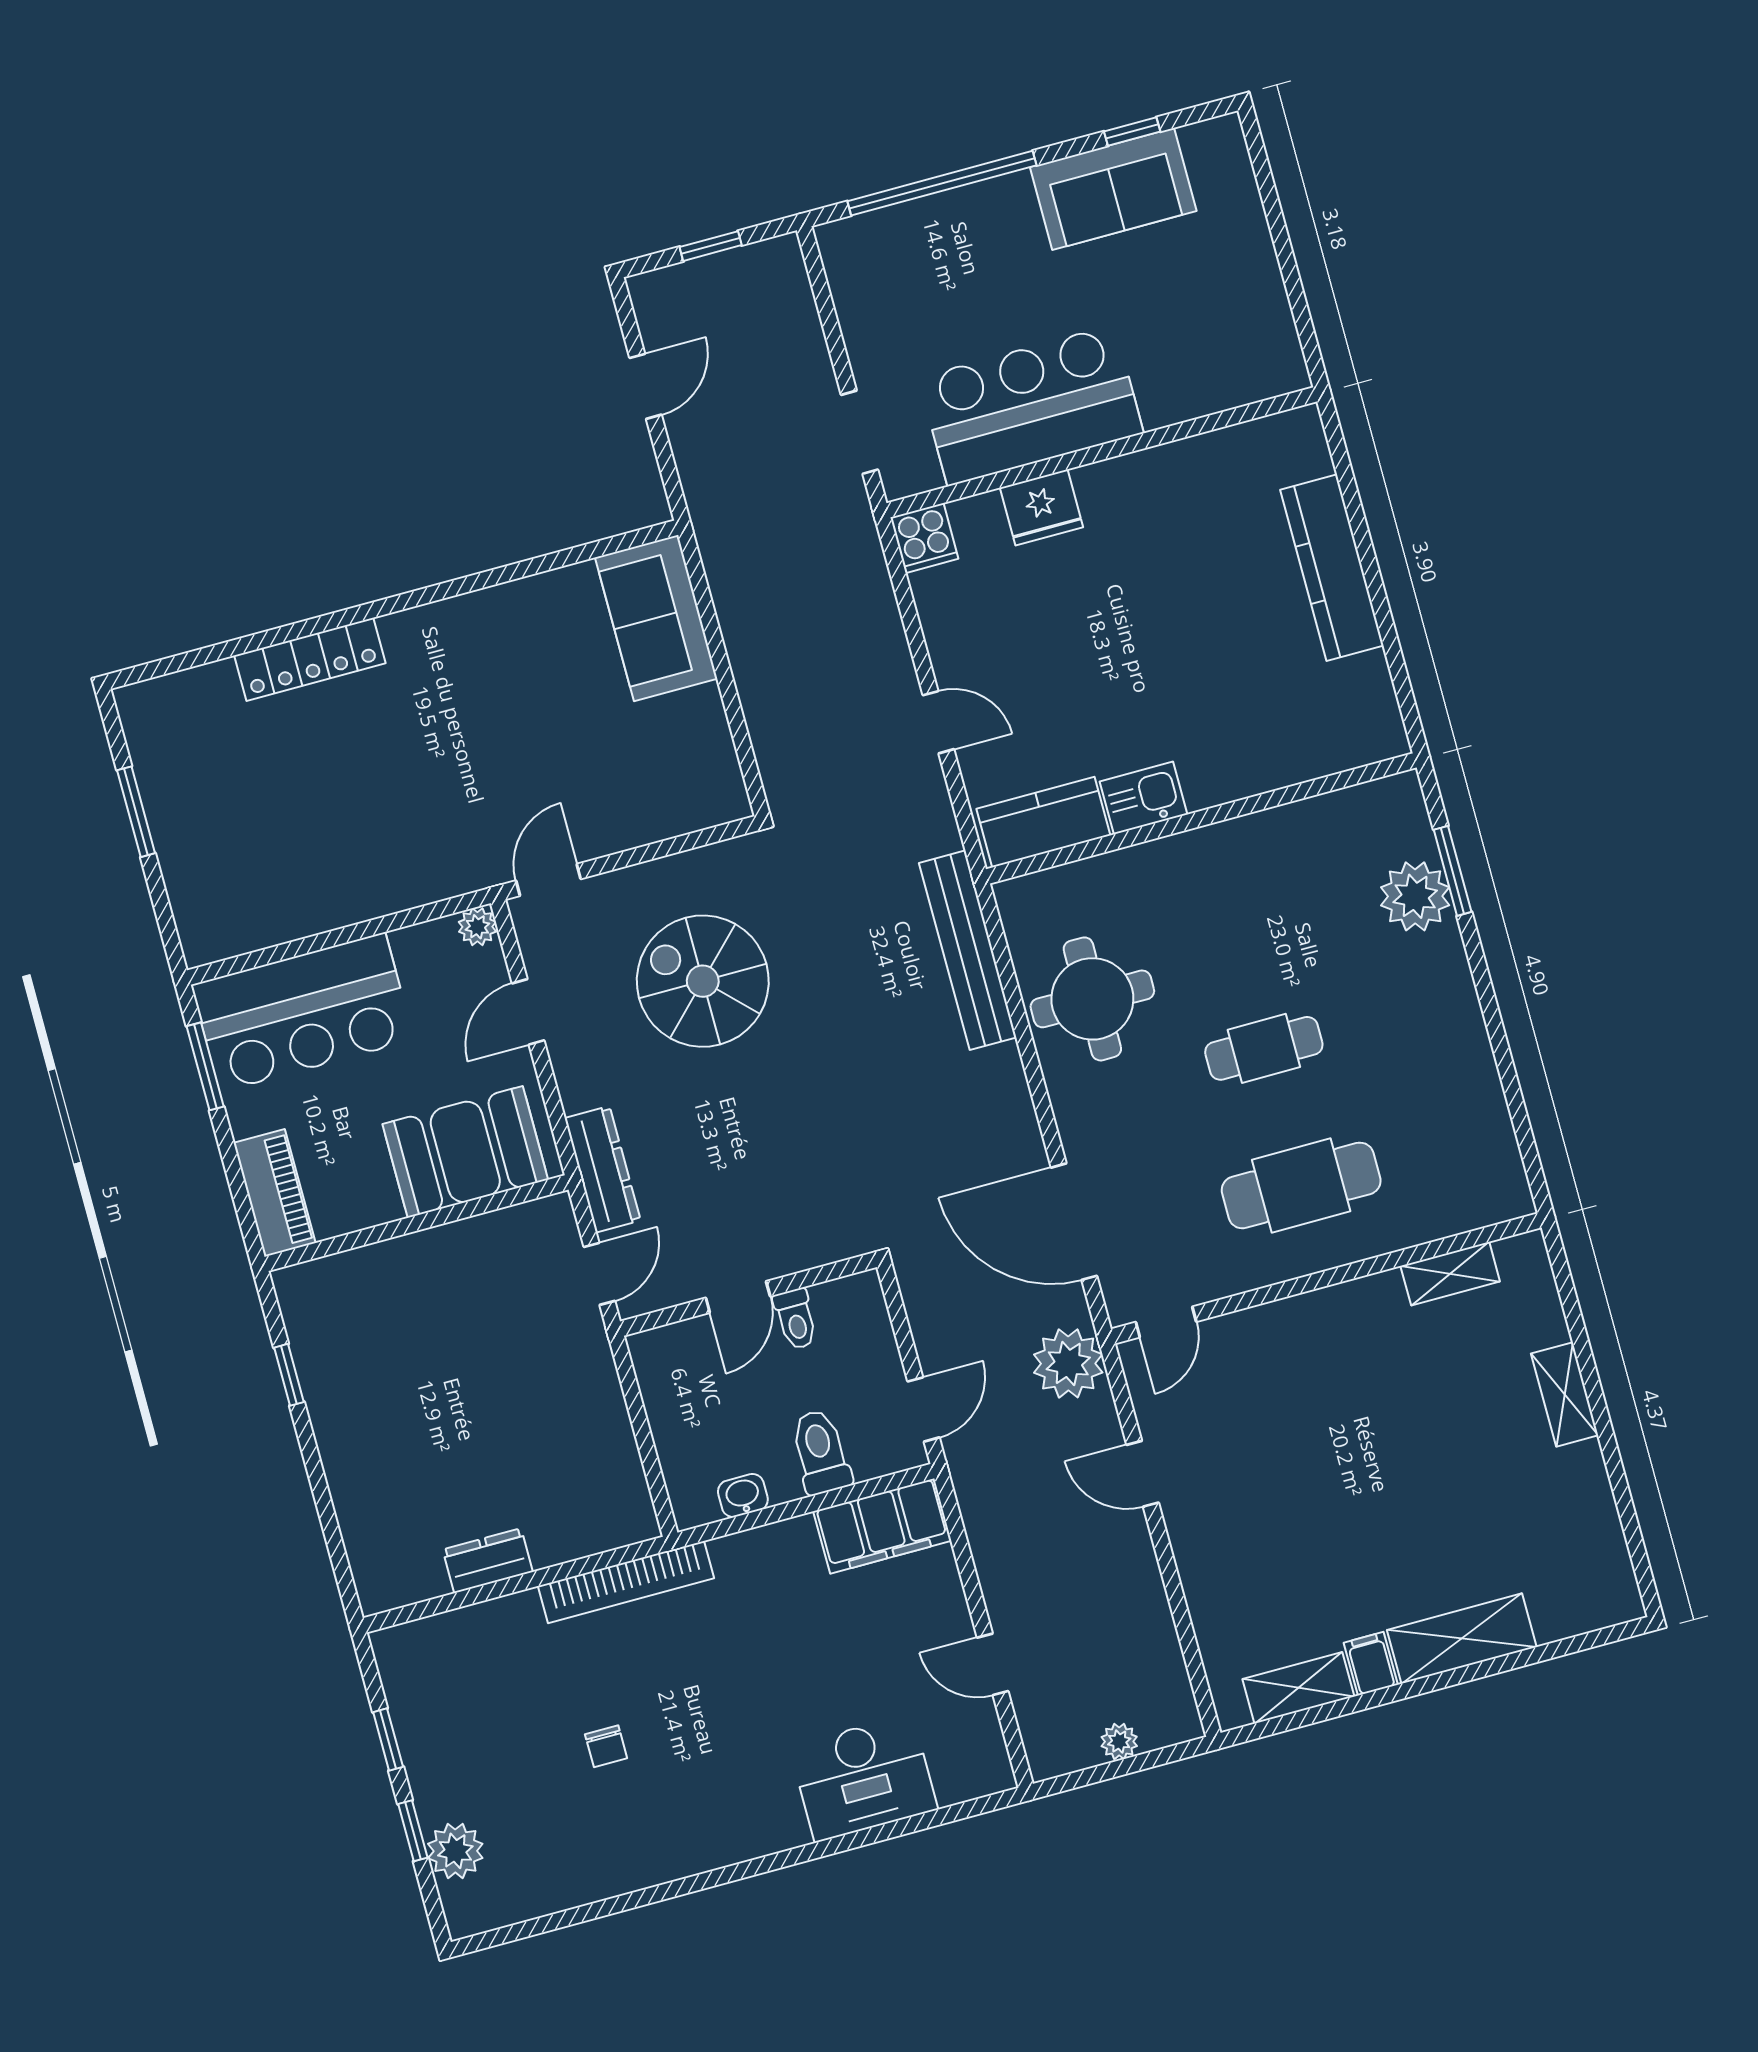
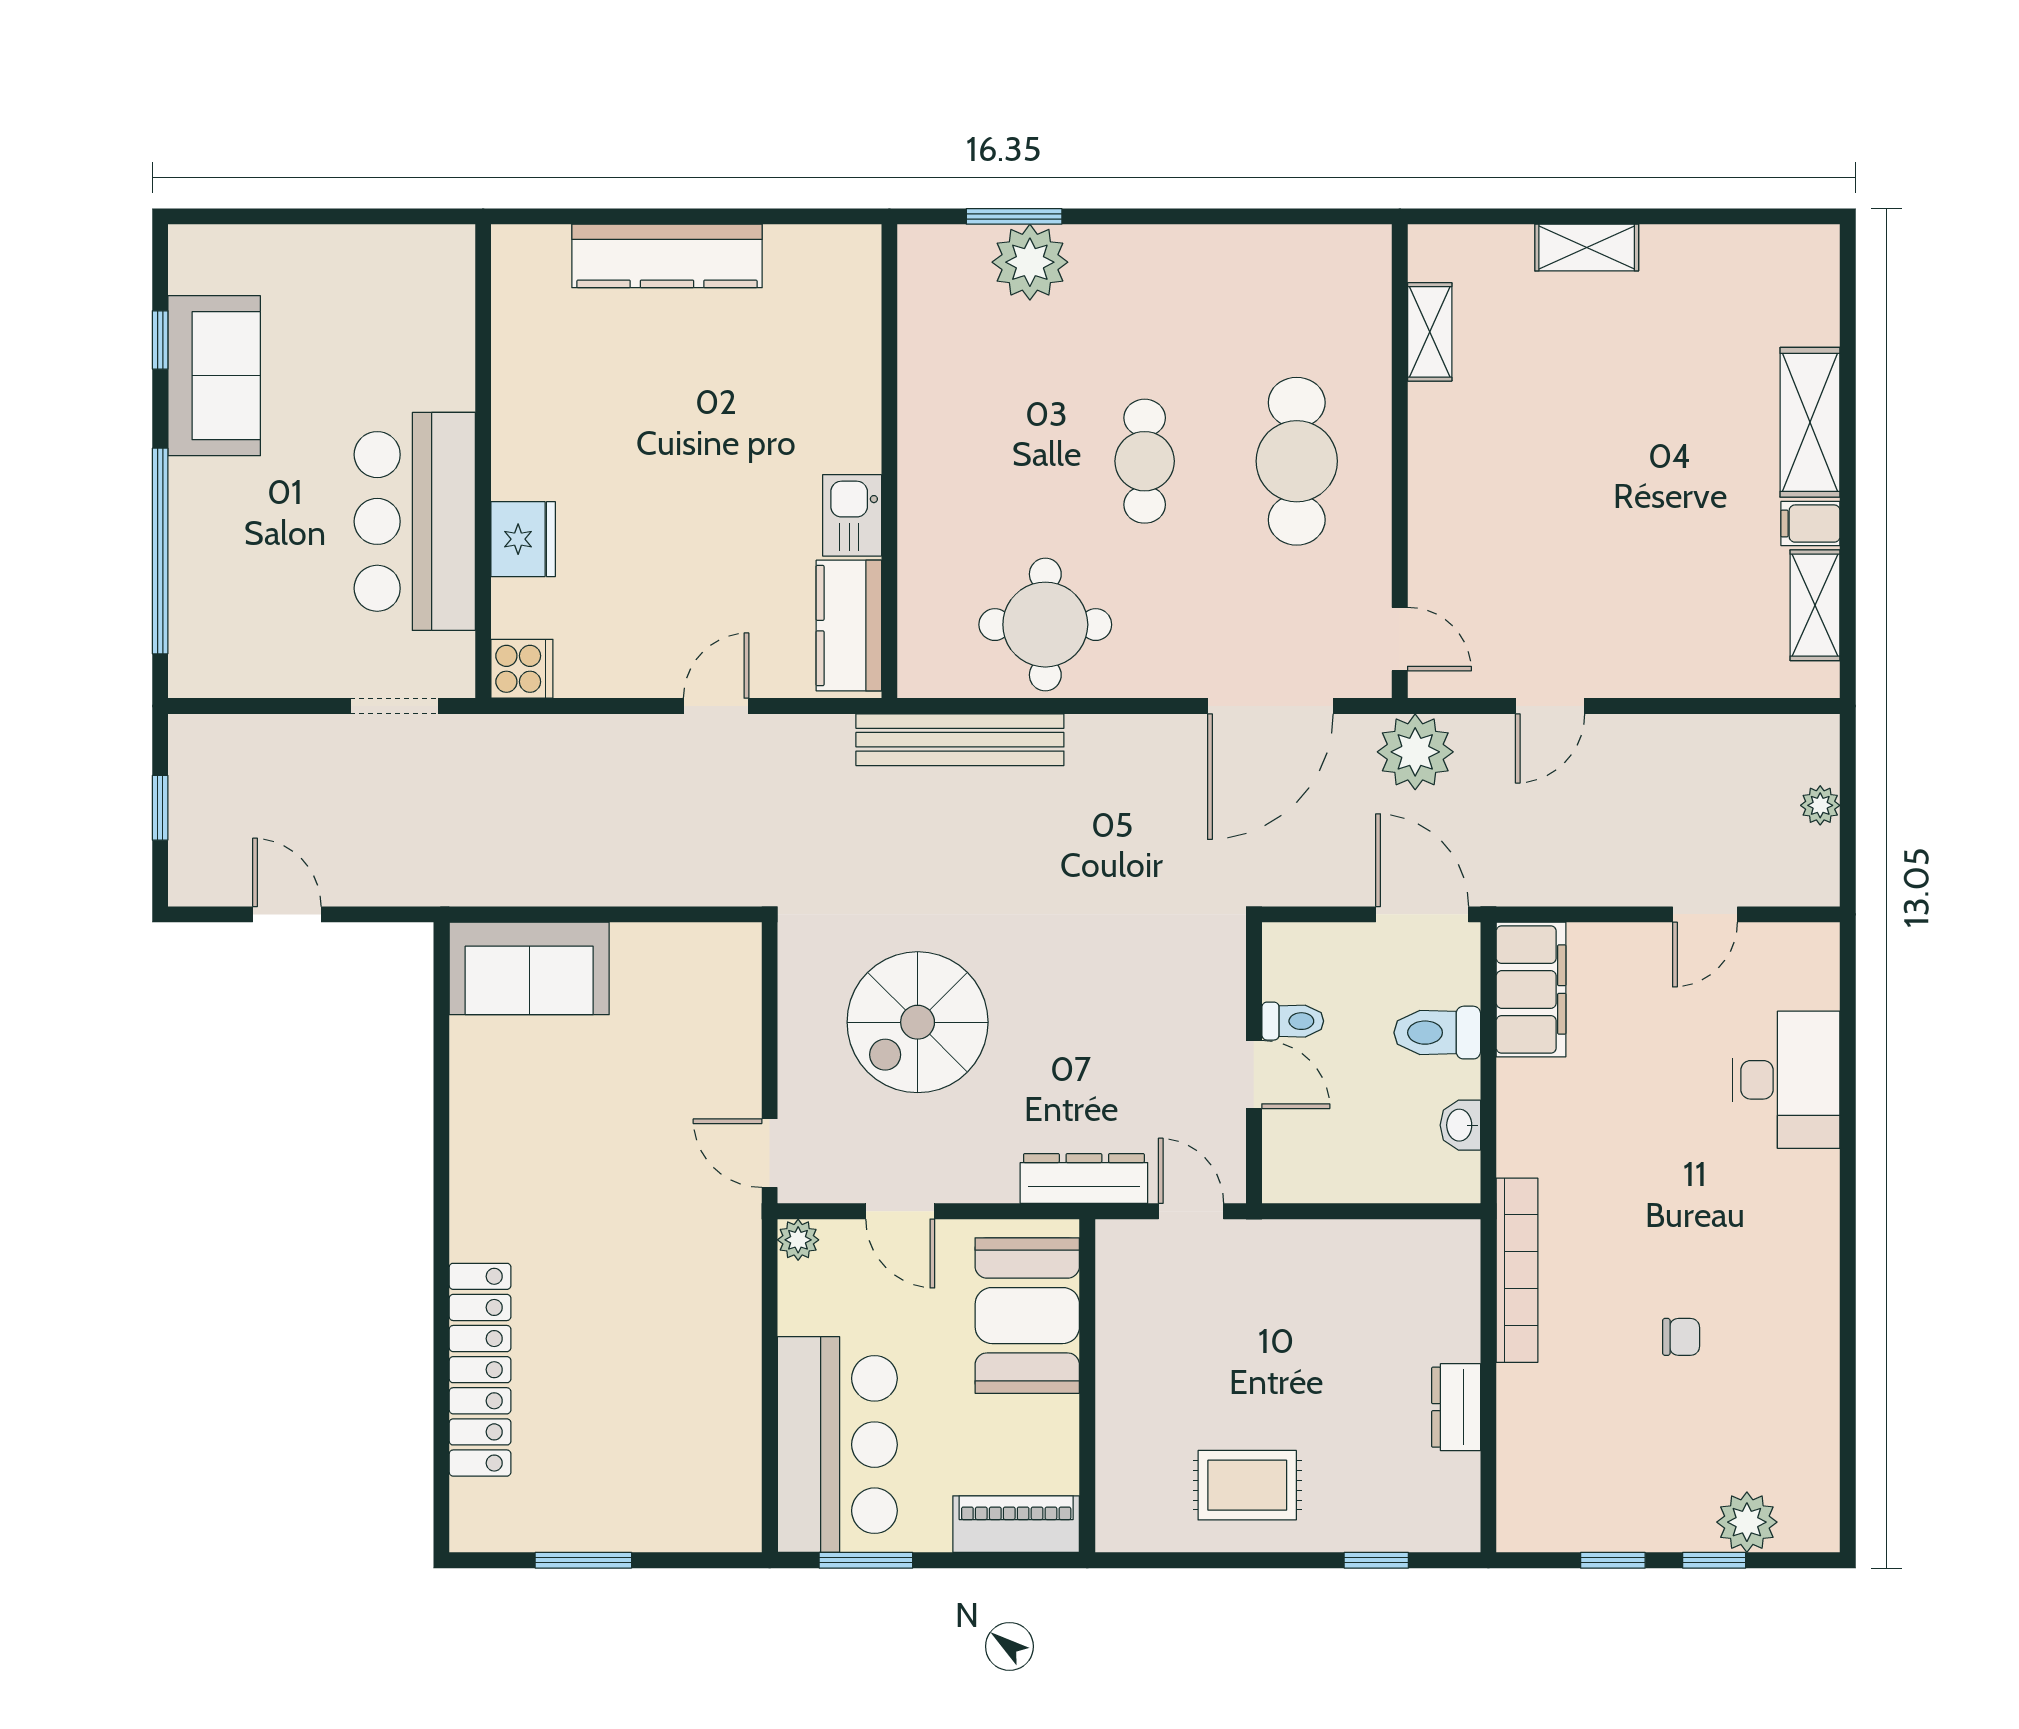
locker: (310, 659) -> (480, 1370), width x1.41, depth x1.21
window: (289, 1375) -> (1376, 1560), moved
rug: (366, 1392) -> (1247, 1485), added
door: (923, 1409) -> (1422, 914), width x1.38

